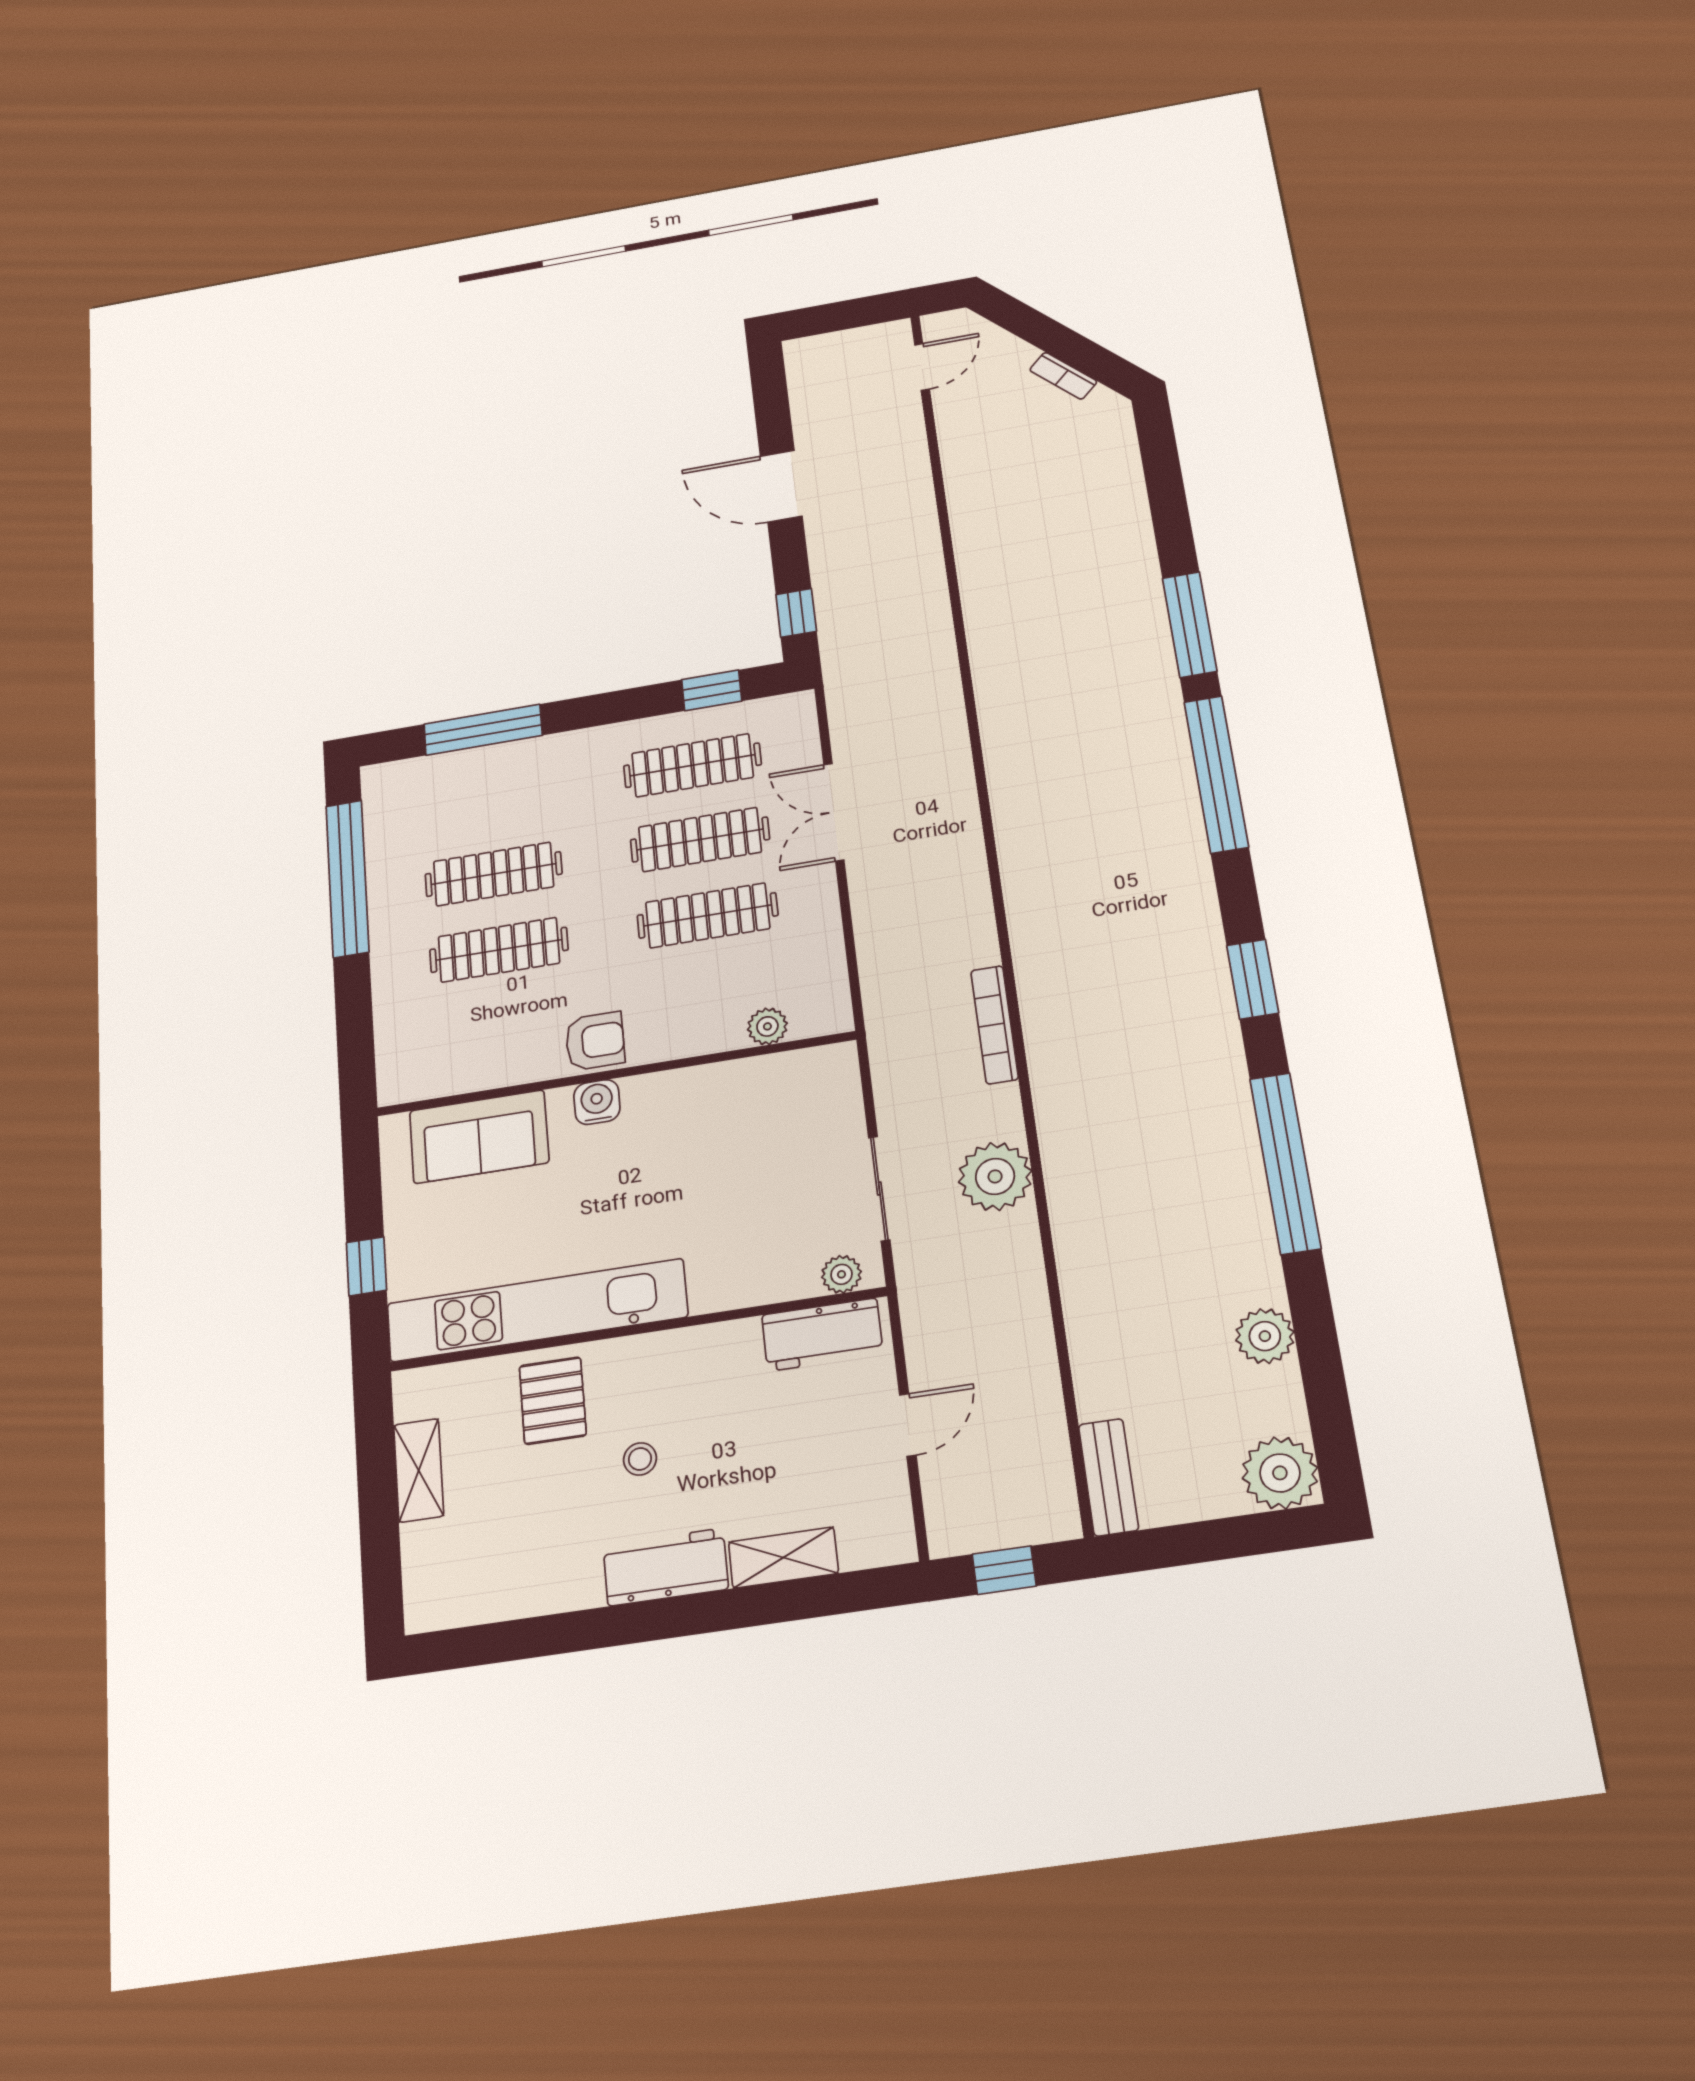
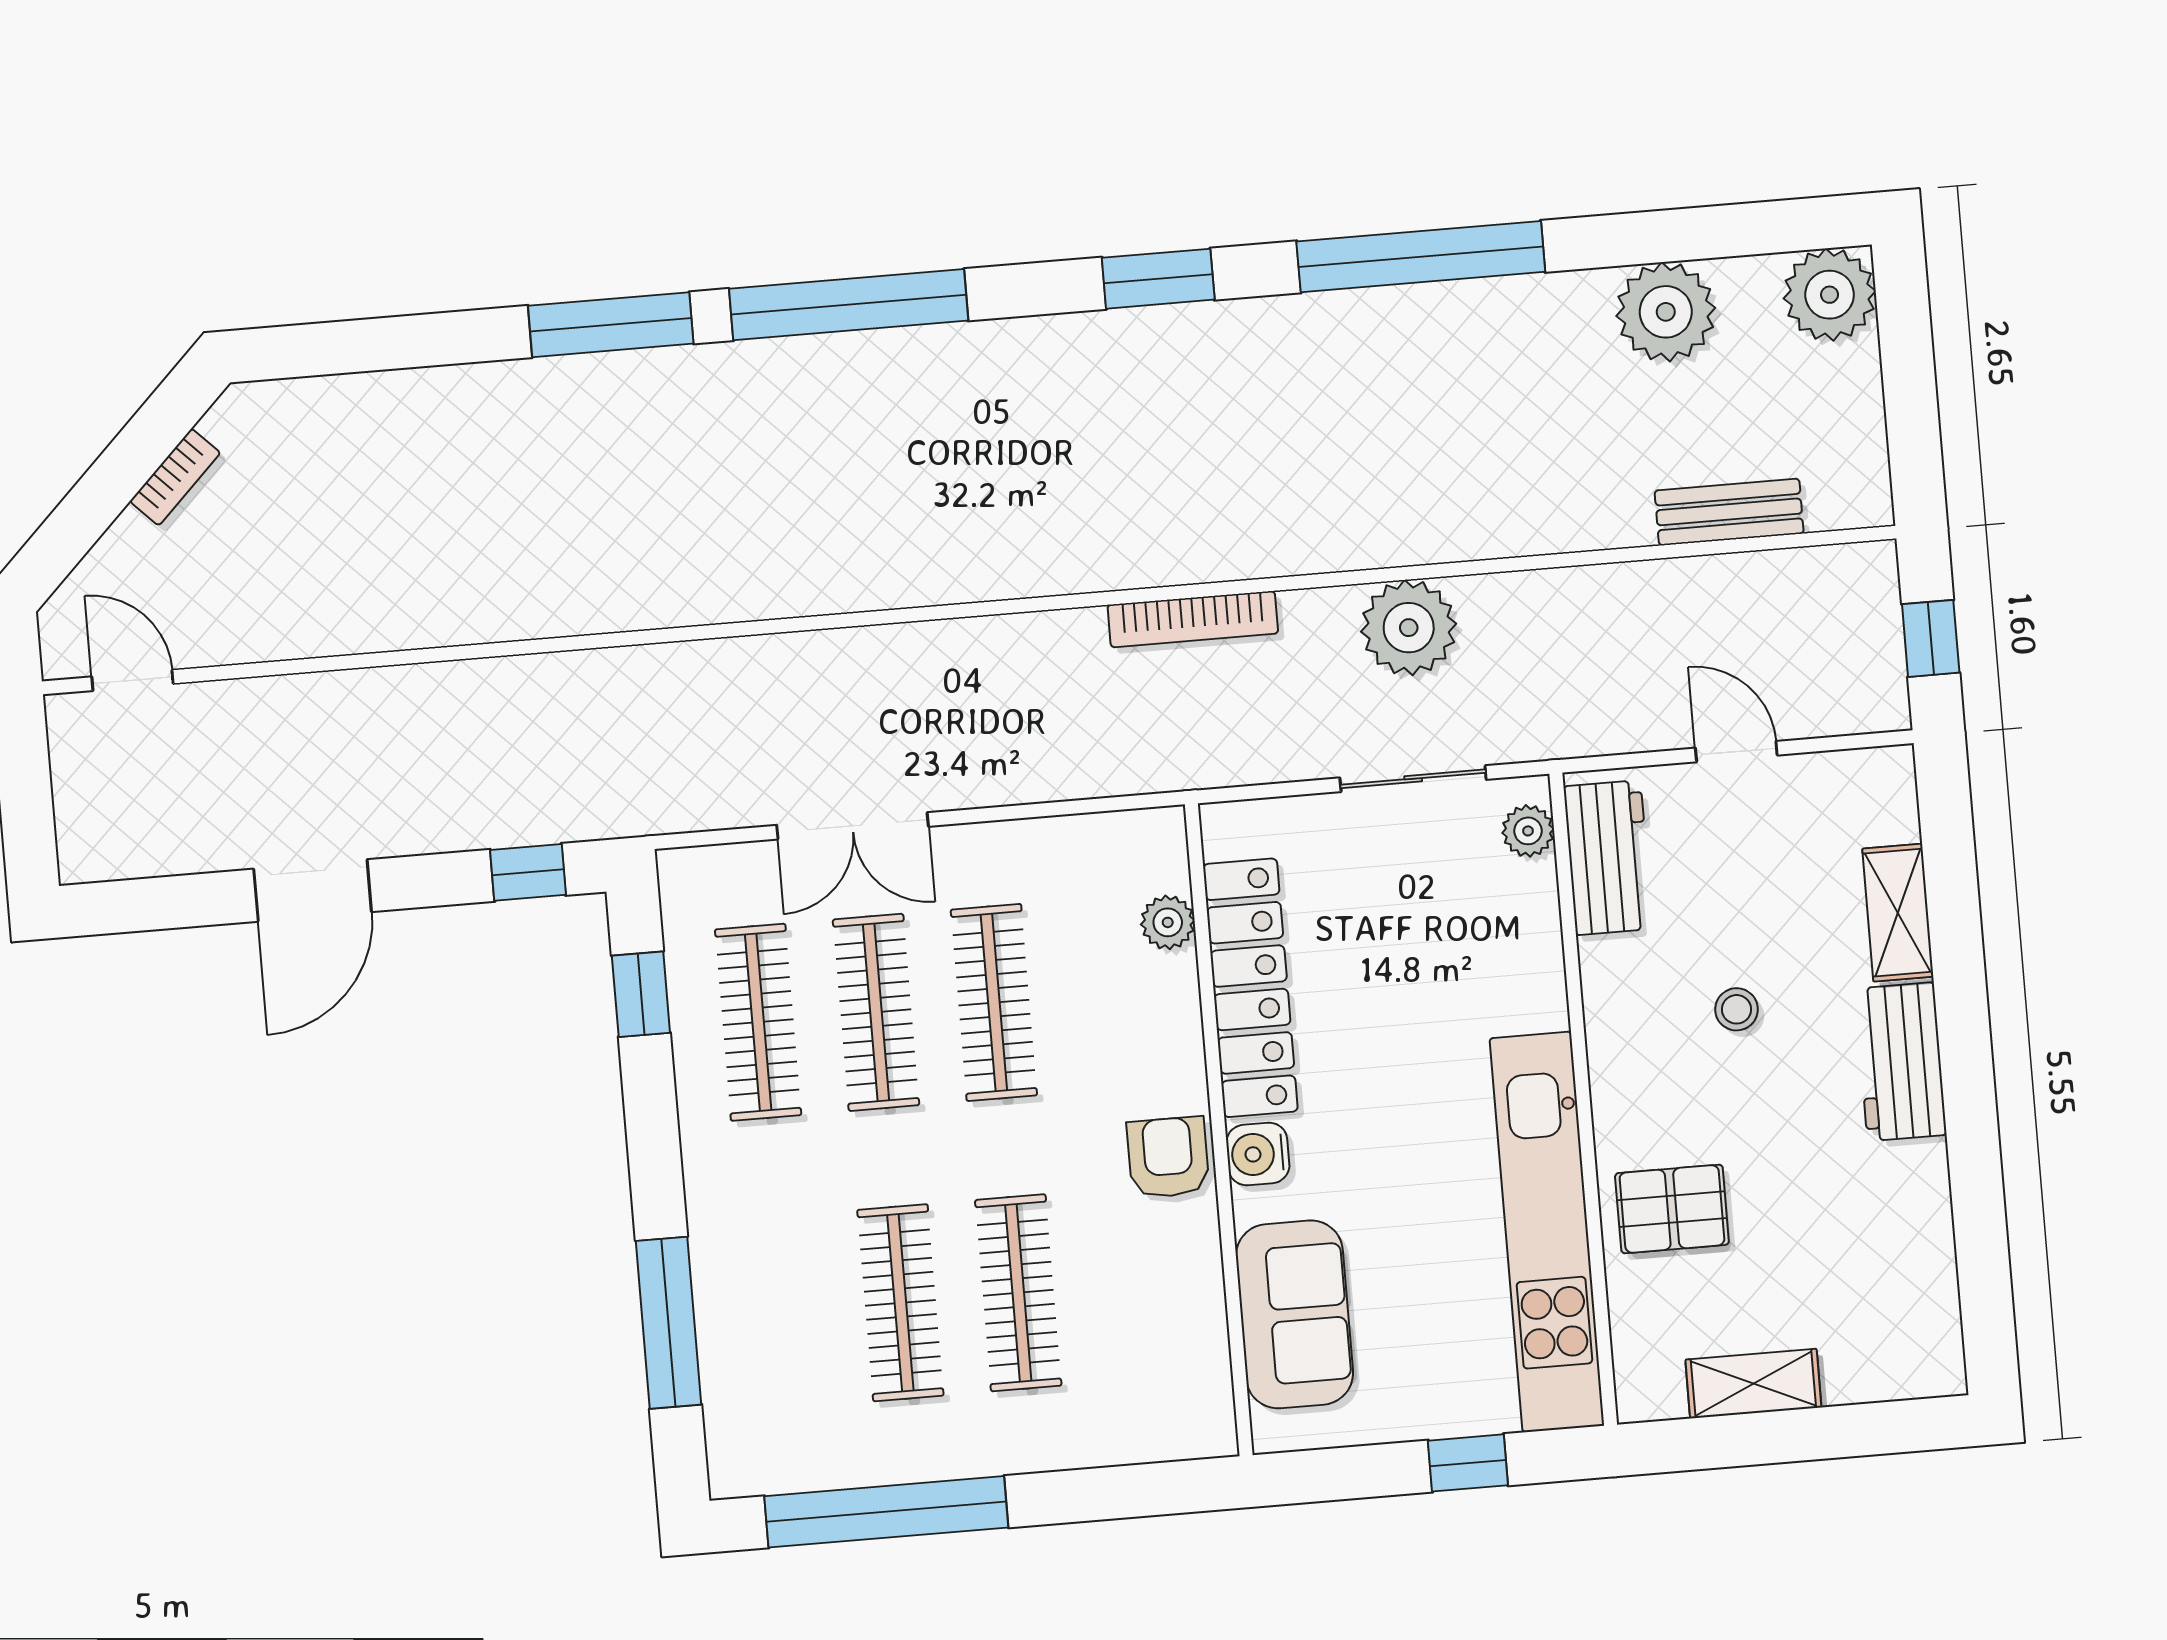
locker: (720, 1087) -> (1250, 988), added
plant: (1265, 1336) -> (1666, 312), width x1.36, depth x1.36
stool: (640, 1459) -> (1737, 1009), moved
bench: (1108, 1477) -> (1729, 512), moved

